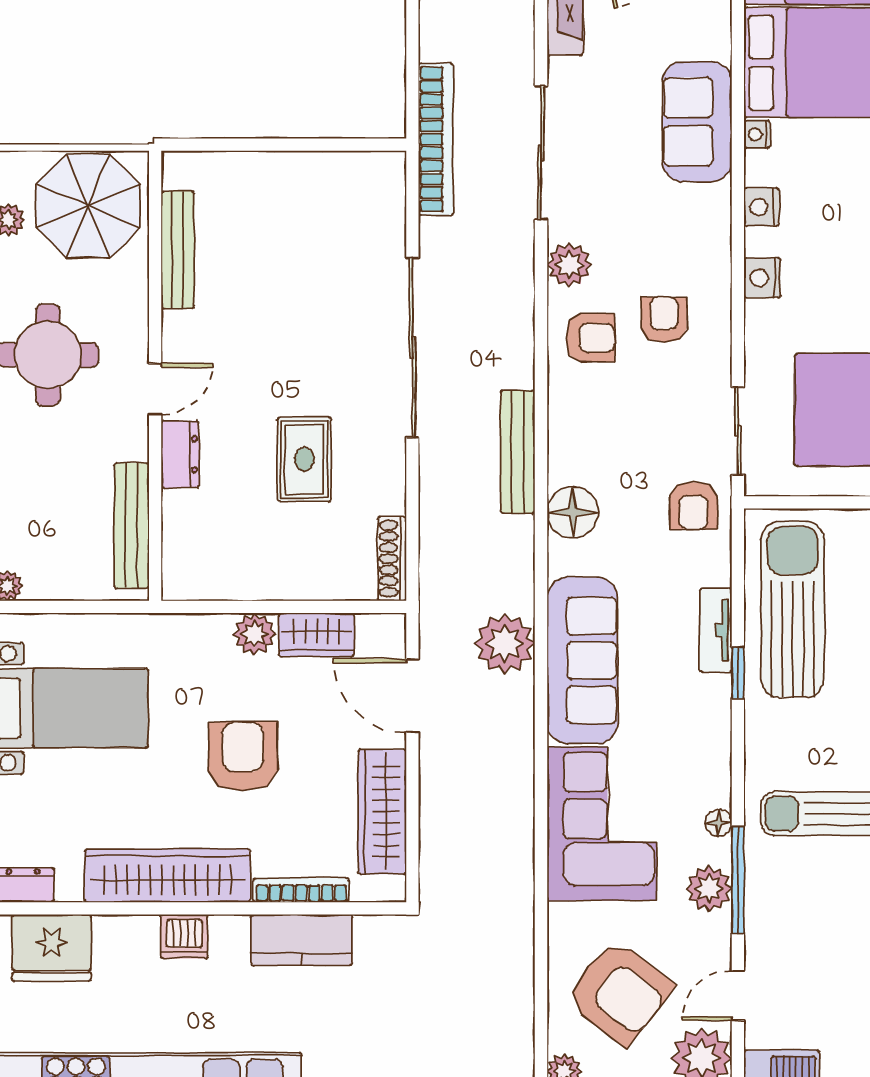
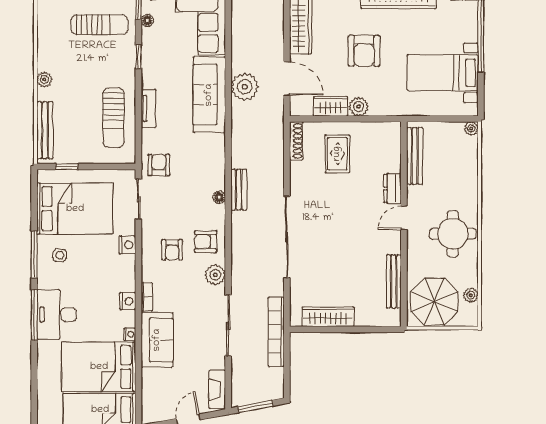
wardrobe: (322, 173) -> (328, 317), added
bookcase: (719, 216) -> (147, 297), added
nightstand: (762, 278) -> (127, 245), moved
bench: (518, 452) -> (239, 190), width x0.73
rug: (304, 459) -> (337, 154), moved
floor lamp: (573, 512) -> (219, 197), moved, width x0.53, depth x0.53
sun lounger: (793, 610) -> (114, 118), width x0.73, depth x0.75
plant: (505, 643) -> (245, 87), moved
window: (738, 673) -> (138, 57), moved

